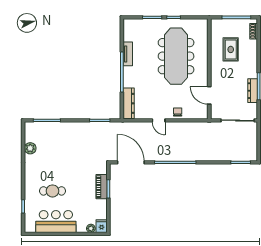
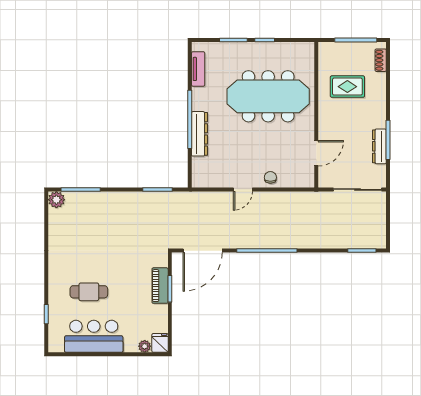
rug: (231, 49) -> (347, 87), turned 90
tv unit: (128, 54) -> (198, 69), moved
meeting table: (176, 56) -> (268, 96), turned 90
door: (209, 95) -> (316, 153), swing flipped
dresser: (129, 103) -> (199, 134), moved
door: (159, 120) -> (243, 189), hinge flipped
plant: (30, 148) -> (56, 200), moved
door: (131, 162) -> (203, 251), swing flipped

